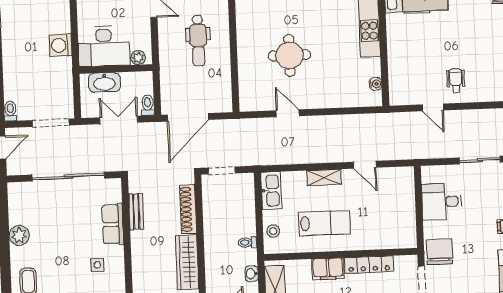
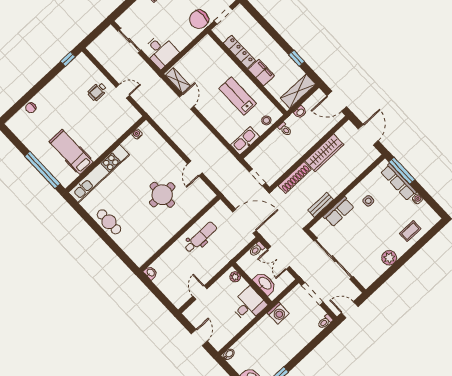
dental chair: (198, 40) -> (201, 237), moved
washing machine: (60, 45) -> (278, 313), moved
desk: (104, 46) -> (249, 305), width x0.73
door: (433, 107) -> (123, 91), hinge flipped
shelving: (324, 177) -> (178, 80), moved
desk: (442, 202) -> (161, 51), moved

